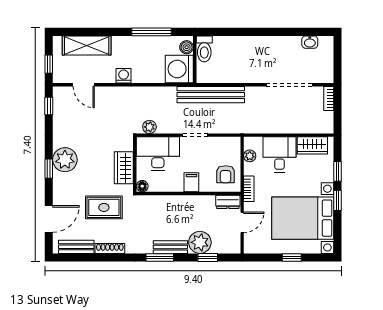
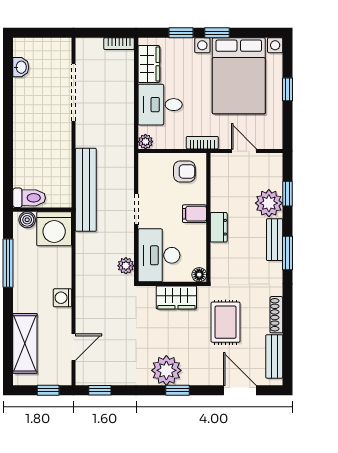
bookcase: (329, 98) -> (119, 44), moved
plant: (250, 156) -> (145, 142), moved
dresser: (228, 202) -> (219, 227), moved

